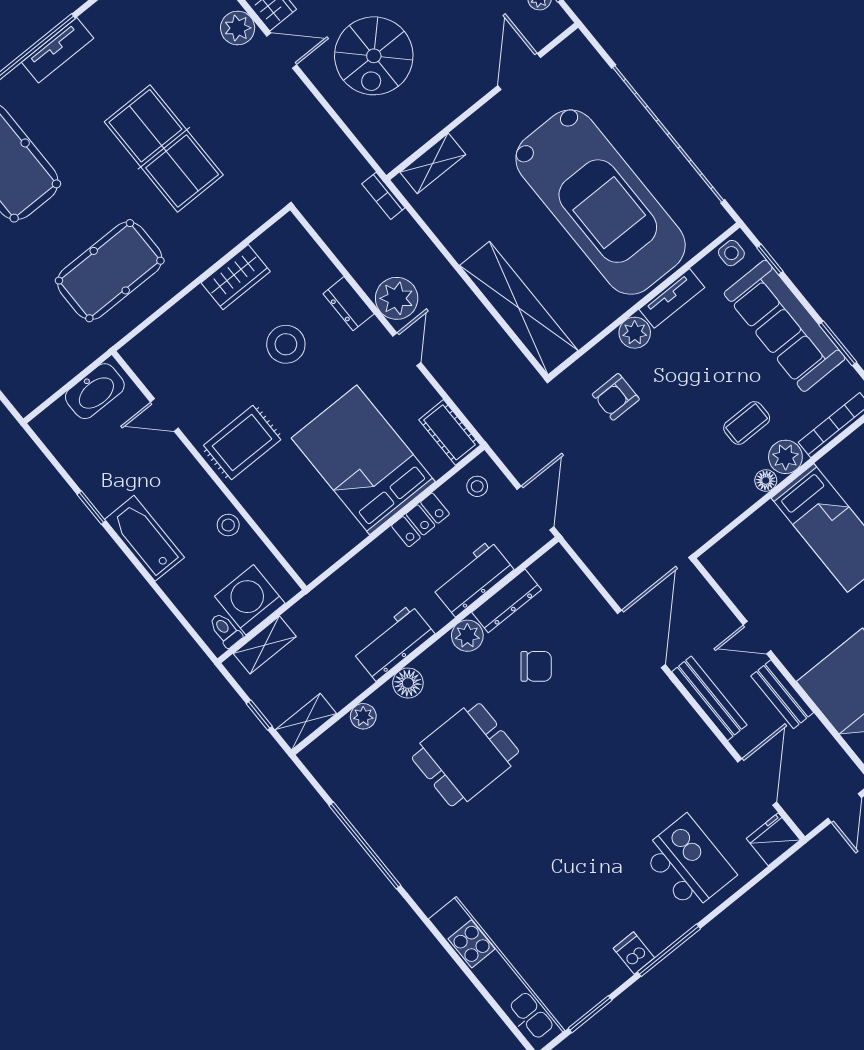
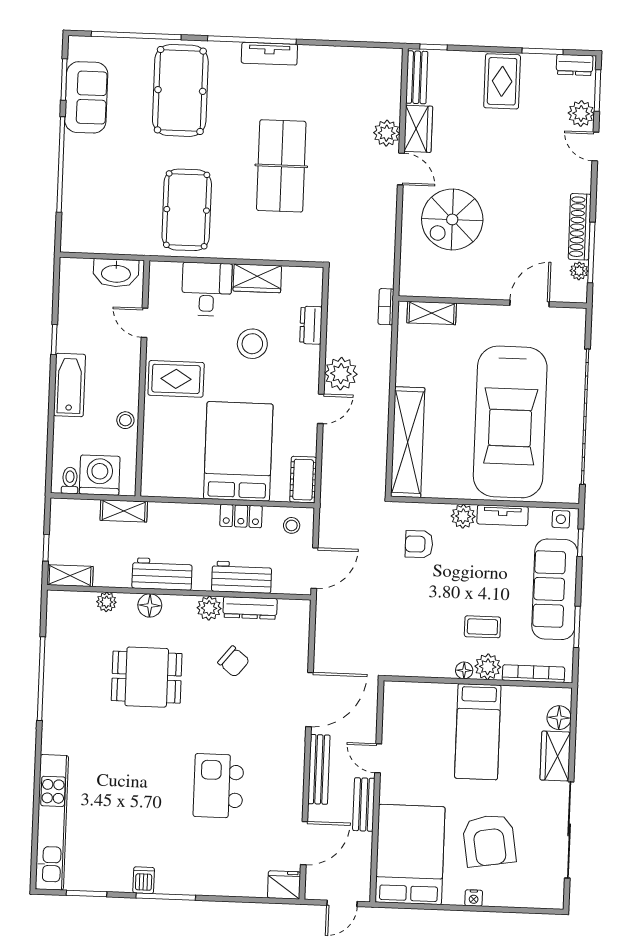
pool table: (110, 271) -> (187, 210), turned 90
dresser: (349, 304) -> (311, 325), moved
desk: (196, 330) -> (207, 289), added
shelving: (265, 645) -> (124, 511), moved
kitchen island: (688, 863) -> (218, 786), moved, turned 180

